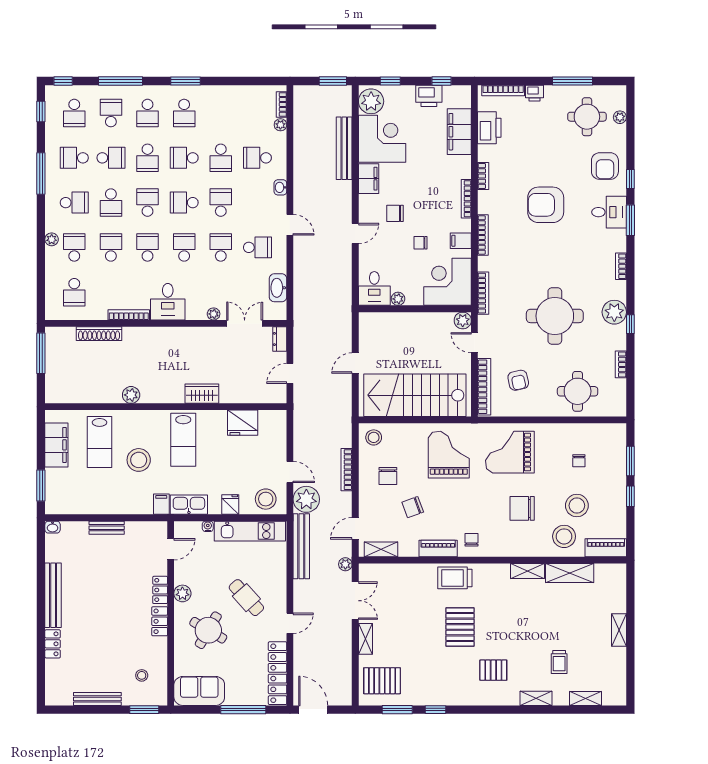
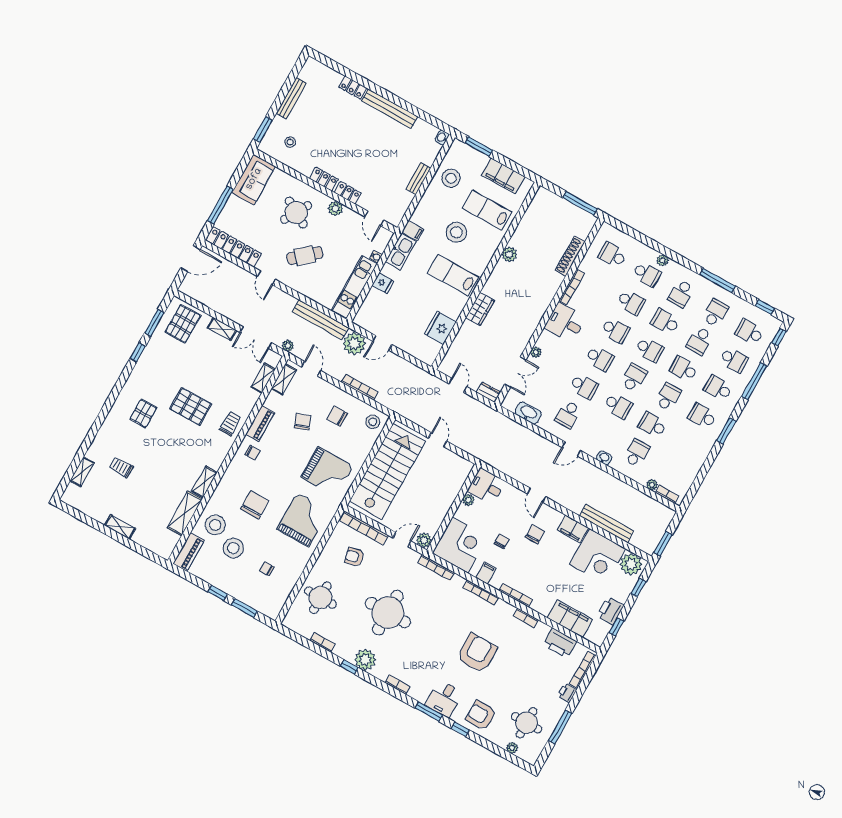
stool: (266, 499) -> (451, 178), moved
trolley: (455, 578) -> (230, 424), width x0.73, depth x0.72
shelving: (536, 698) -> (263, 378), moved

